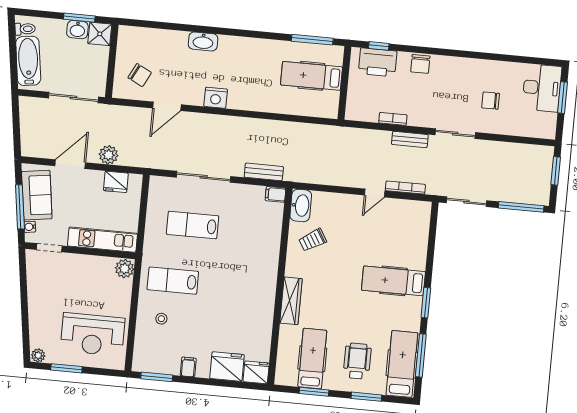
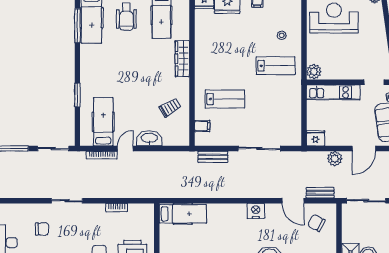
hospital bed: (312, 76) -> (183, 214), moved
door: (167, 106) -> (293, 201), swing flipped
bench: (410, 139) -> (320, 193), moved
fridge: (116, 182) -> (315, 138), moved
filing cabinet: (275, 194) -> (202, 126), moved
washbasin: (301, 205) -> (149, 138), moved, turned 90
lab bench: (193, 225) -> (225, 99), moved
hospital bed: (393, 281) -> (103, 122), moved, turned -90
window: (426, 303) -> (77, 95), moved

